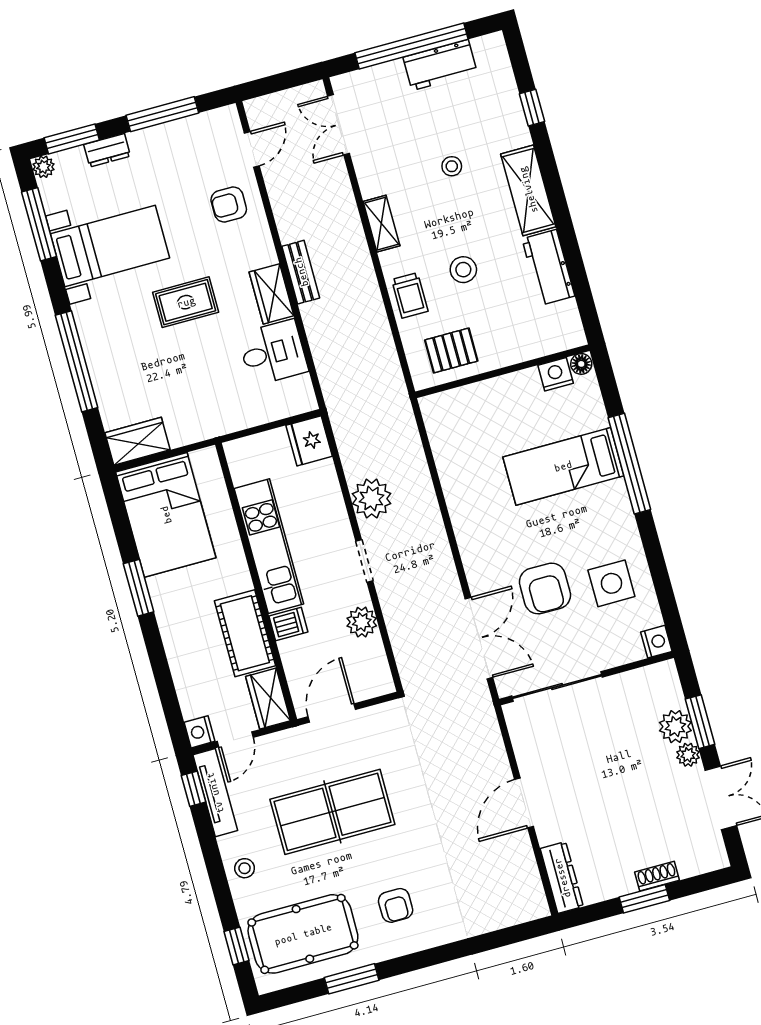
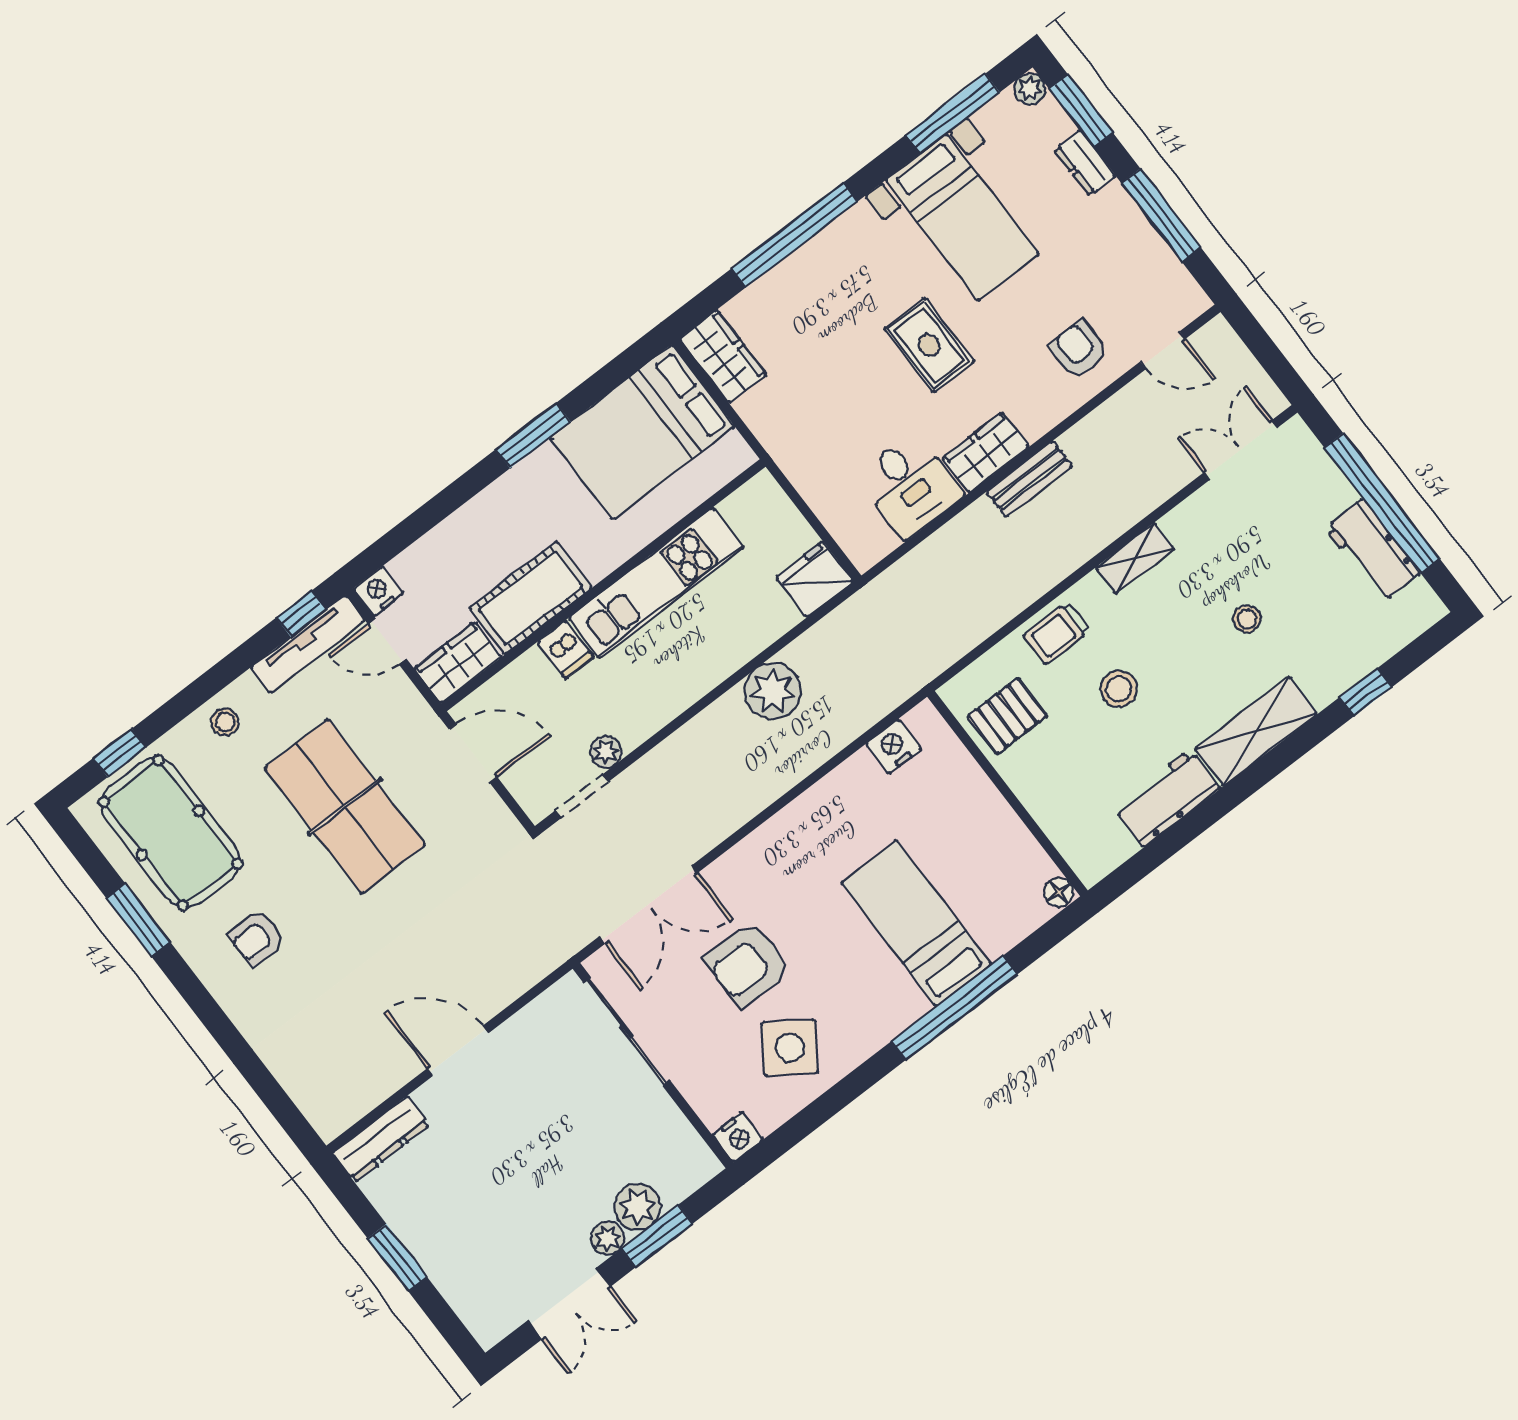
pallet: (451, 350) -> (1007, 716), turned 90
nightstand: (556, 374) -> (894, 746), moved, turned -90
doorway: (364, 561) -> (582, 796), moved
side table: (611, 583) -> (790, 1048), turned 34
plant: (362, 622) -> (606, 752), width x0.73, depth x0.73
shoe rack: (657, 876) -> (433, 1262), removed

